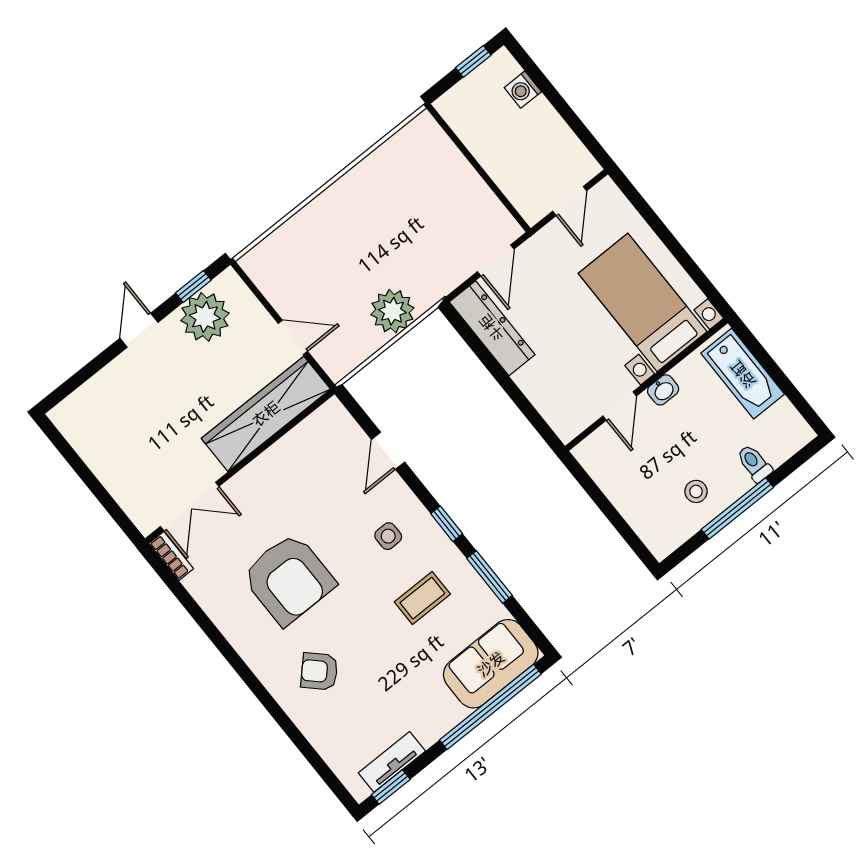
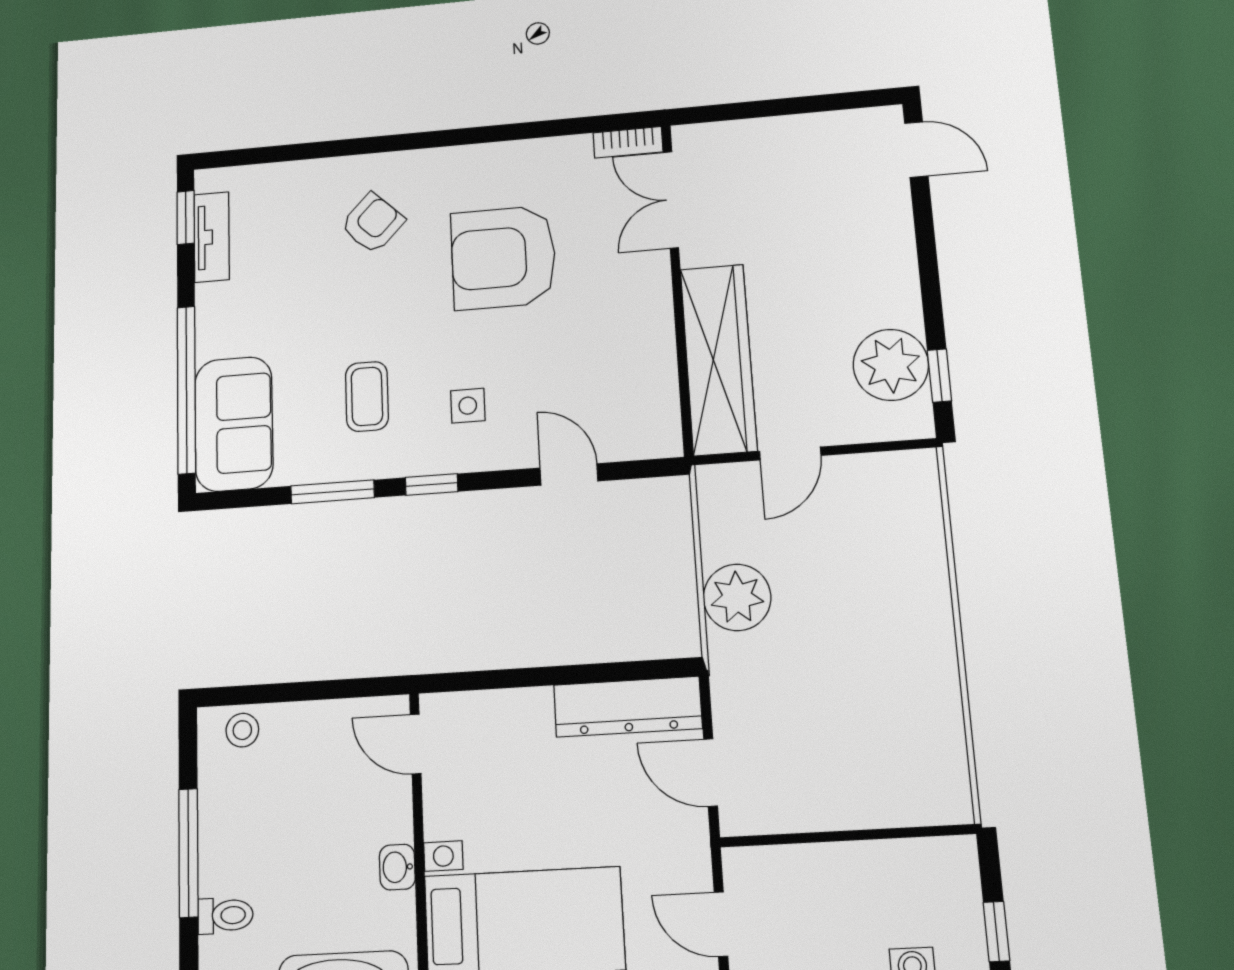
door: (139, 330) -> (916, 150), moved
door: (620, 406) -> (416, 744), moved
stool: (696, 491) -> (242, 730), moved

